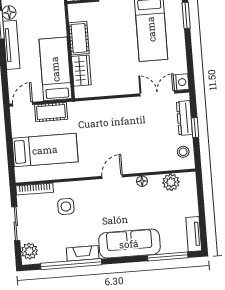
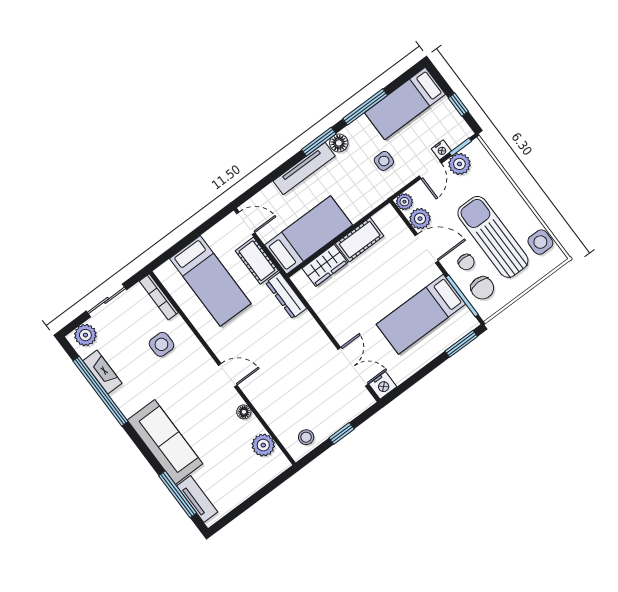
dresser: (184, 118) -> (286, 296), moved, turned -90
tv unit: (194, 234) -> (197, 499), moved, turned 90
fireplace: (83, 253) -> (102, 372), moved

